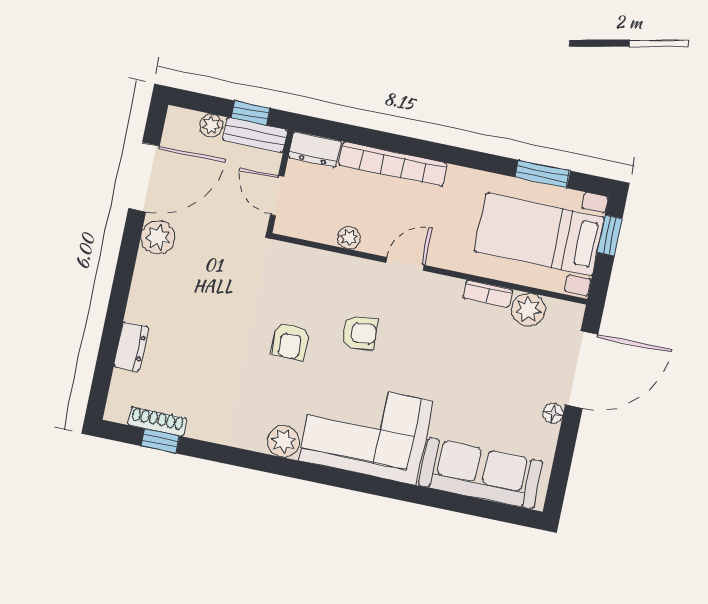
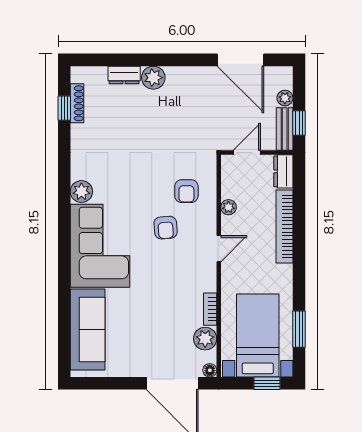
plant: (158, 237) -> (153, 78), moved
door: (405, 264) -> (219, 249), hinge flipped
armchair: (291, 341) -> (186, 191), moved, turned -90
floor lamp: (553, 413) -> (210, 370), moved

